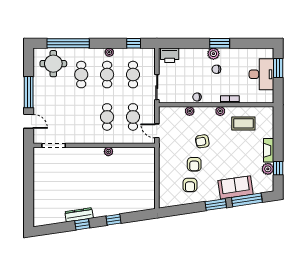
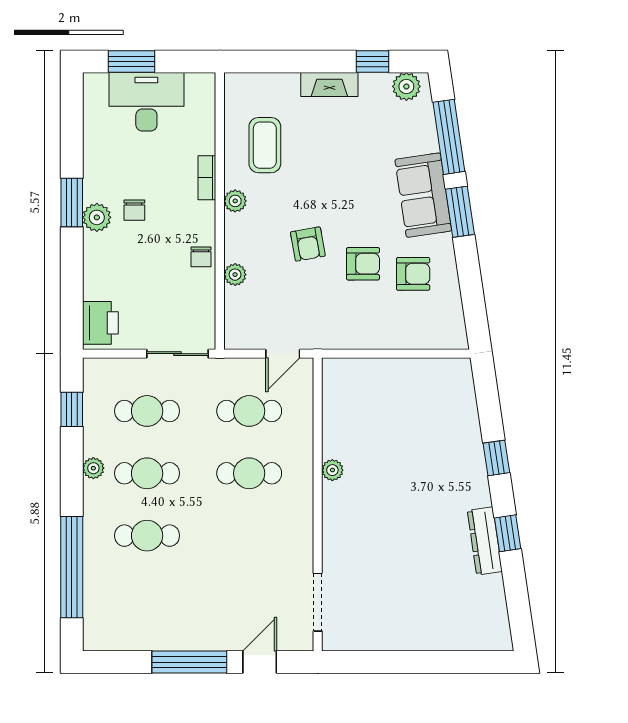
round table: (53, 64) -> (121, 603), removed
plant: (268, 169) -> (406, 86), moved
sofa: (236, 187) -> (423, 195), moved

